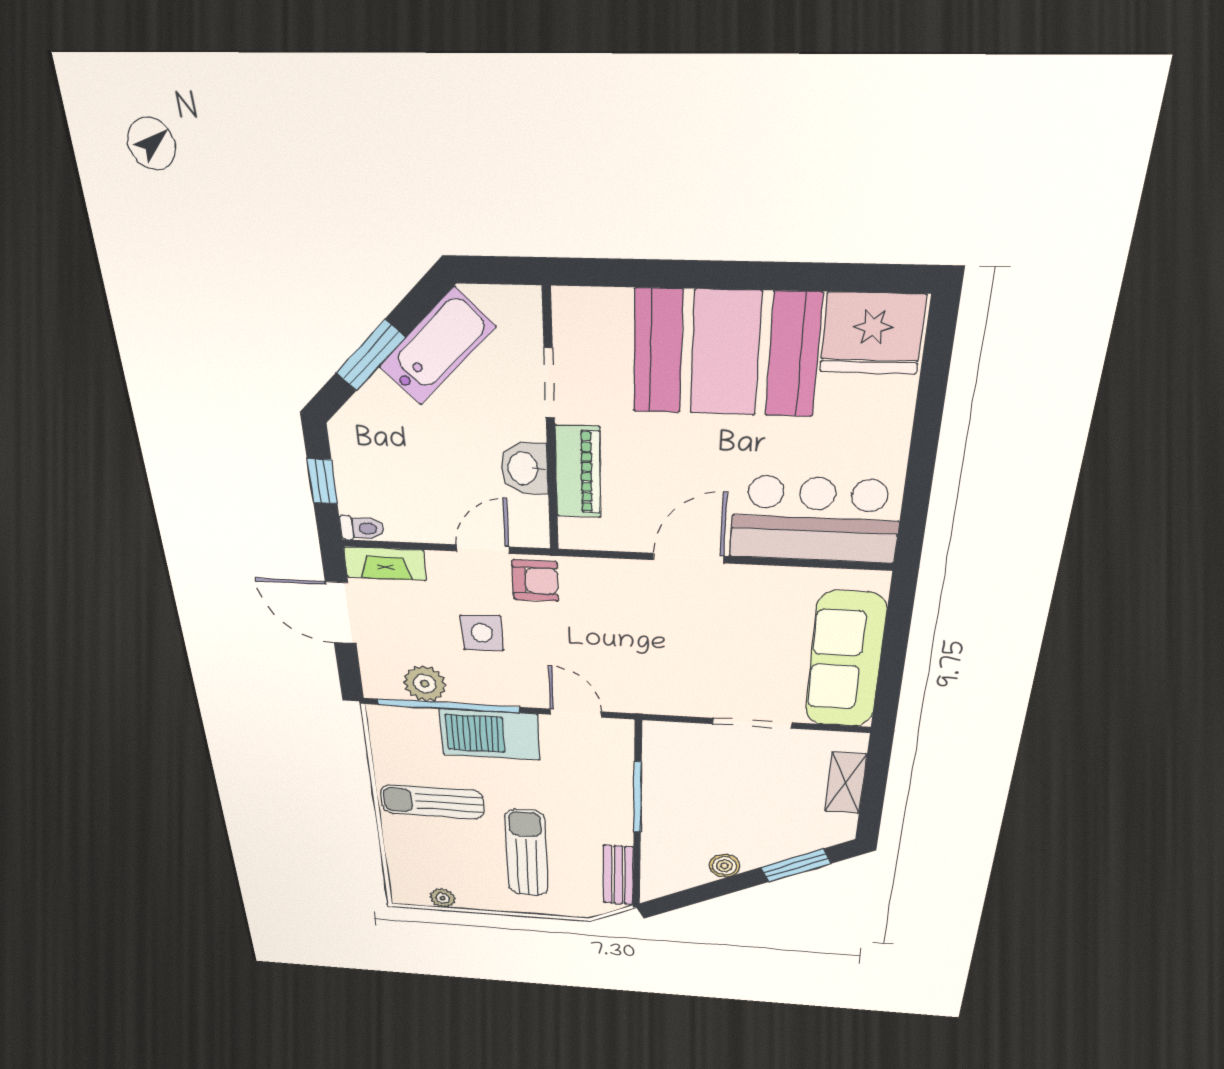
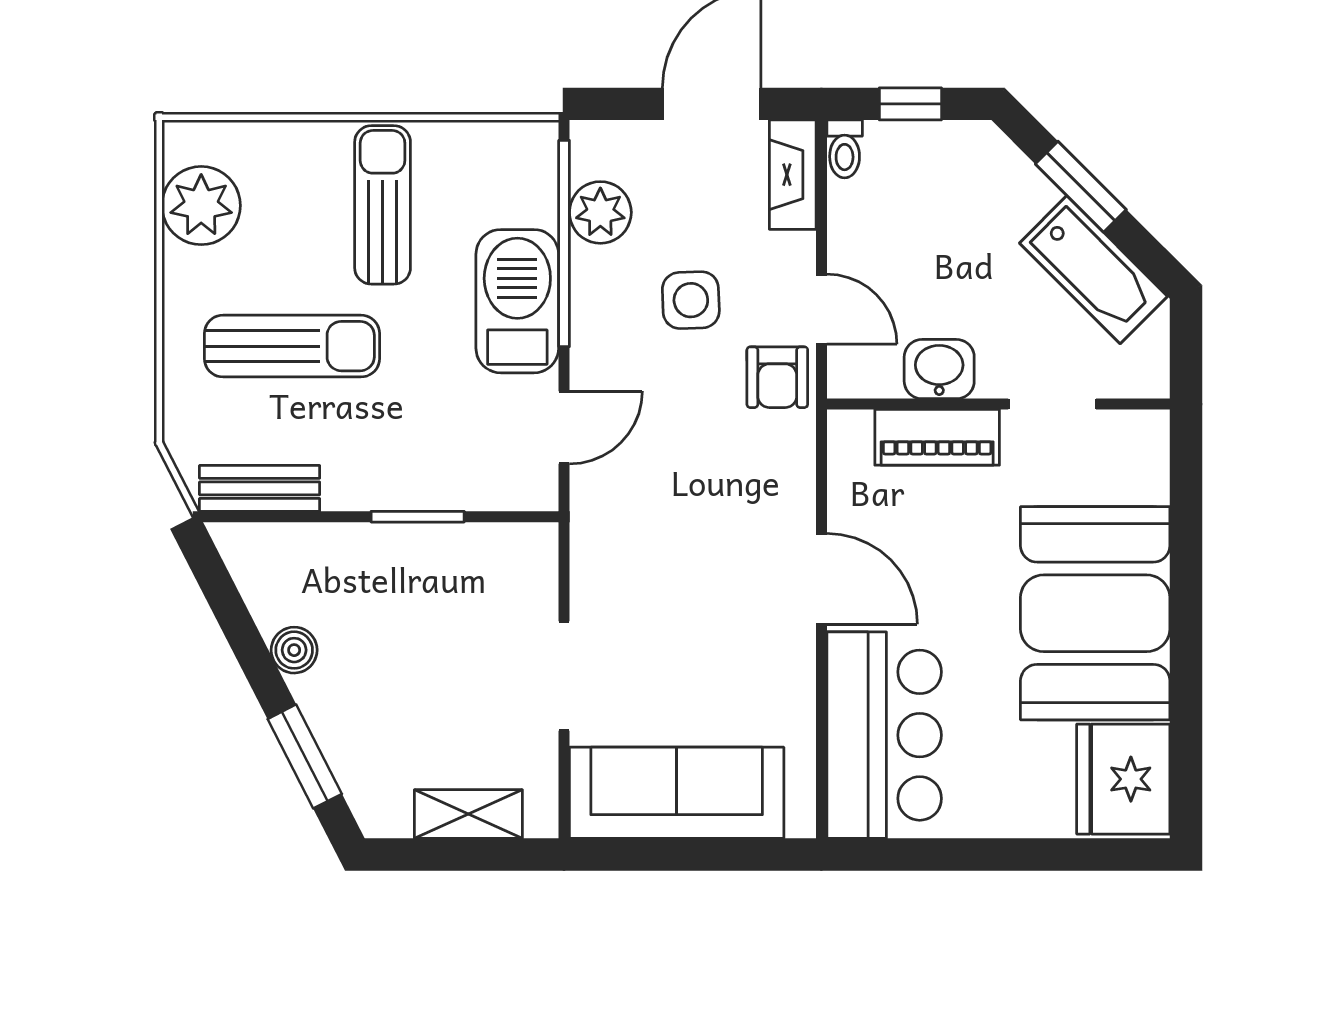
window: (638, 797) -> (418, 517), width x0.69
plant: (443, 898) -> (201, 206), width x1.88, depth x1.88

